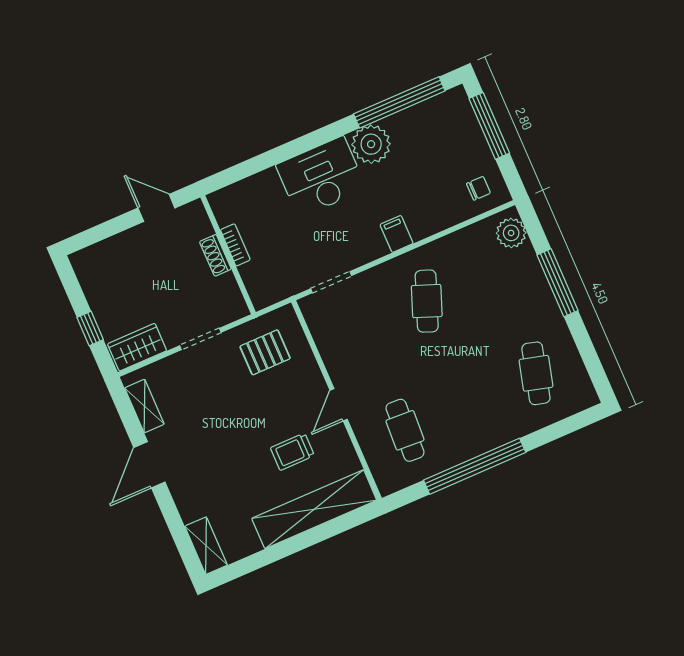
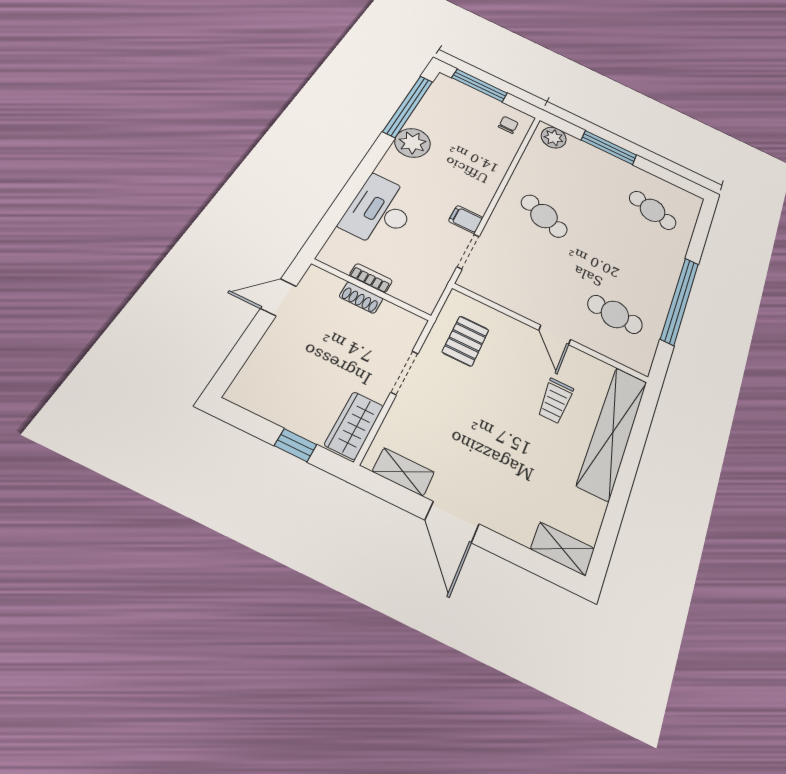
desk: (321, 177) -> (380, 211), moved
filing cabinet: (397, 234) -> (466, 219), moved

